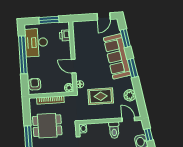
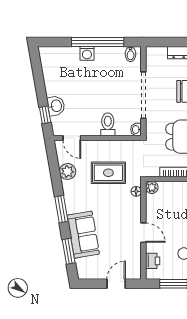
door: (104, 16) -> (116, 284), moved
sofa: (117, 56) -> (83, 235), width x0.73
door: (74, 66) -> (143, 233), moved
toilet: (114, 130) -> (108, 124), moved

